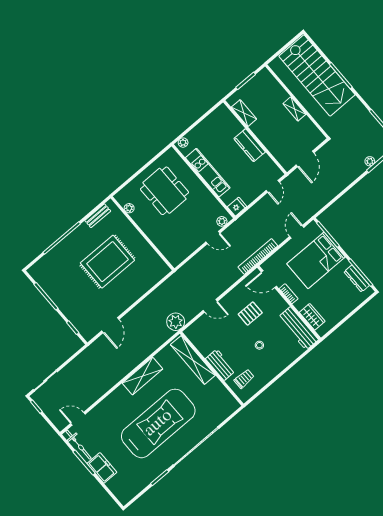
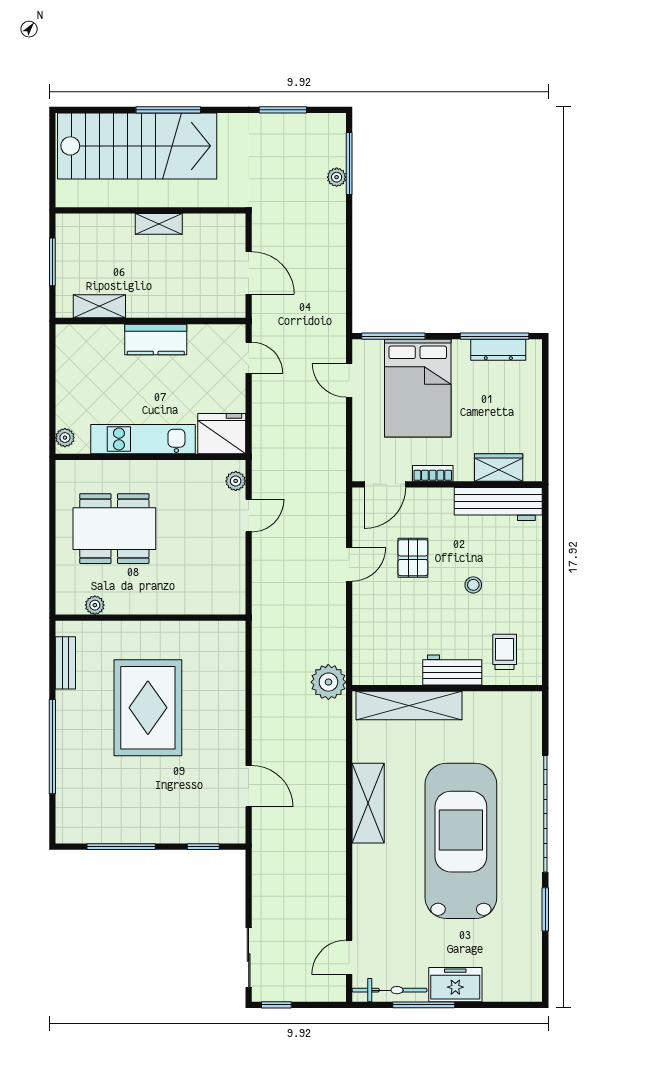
fridge: (237, 207) -> (222, 434), width x1.88, depth x1.34
bookcase: (258, 256) -> (336, 472), removed
door: (210, 306) -> (349, 564), moved

